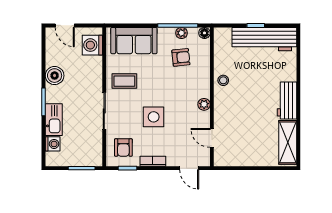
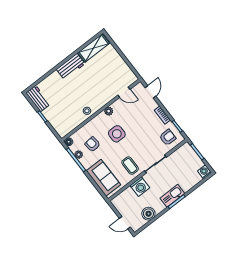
door: (65, 25) -> (125, 223), swing flipped
workbench: (264, 39) -> (38, 99), width x0.53, depth x0.76
washing machine: (92, 45) -> (140, 187), moved
boiler: (55, 76) -> (148, 214), moved
side table: (154, 117) -> (117, 134), moved
kitchen sink: (54, 120) -> (172, 196), moved
door: (212, 138) -> (124, 92), hinge flipped
washing machine: (53, 144) -> (205, 172), moved

